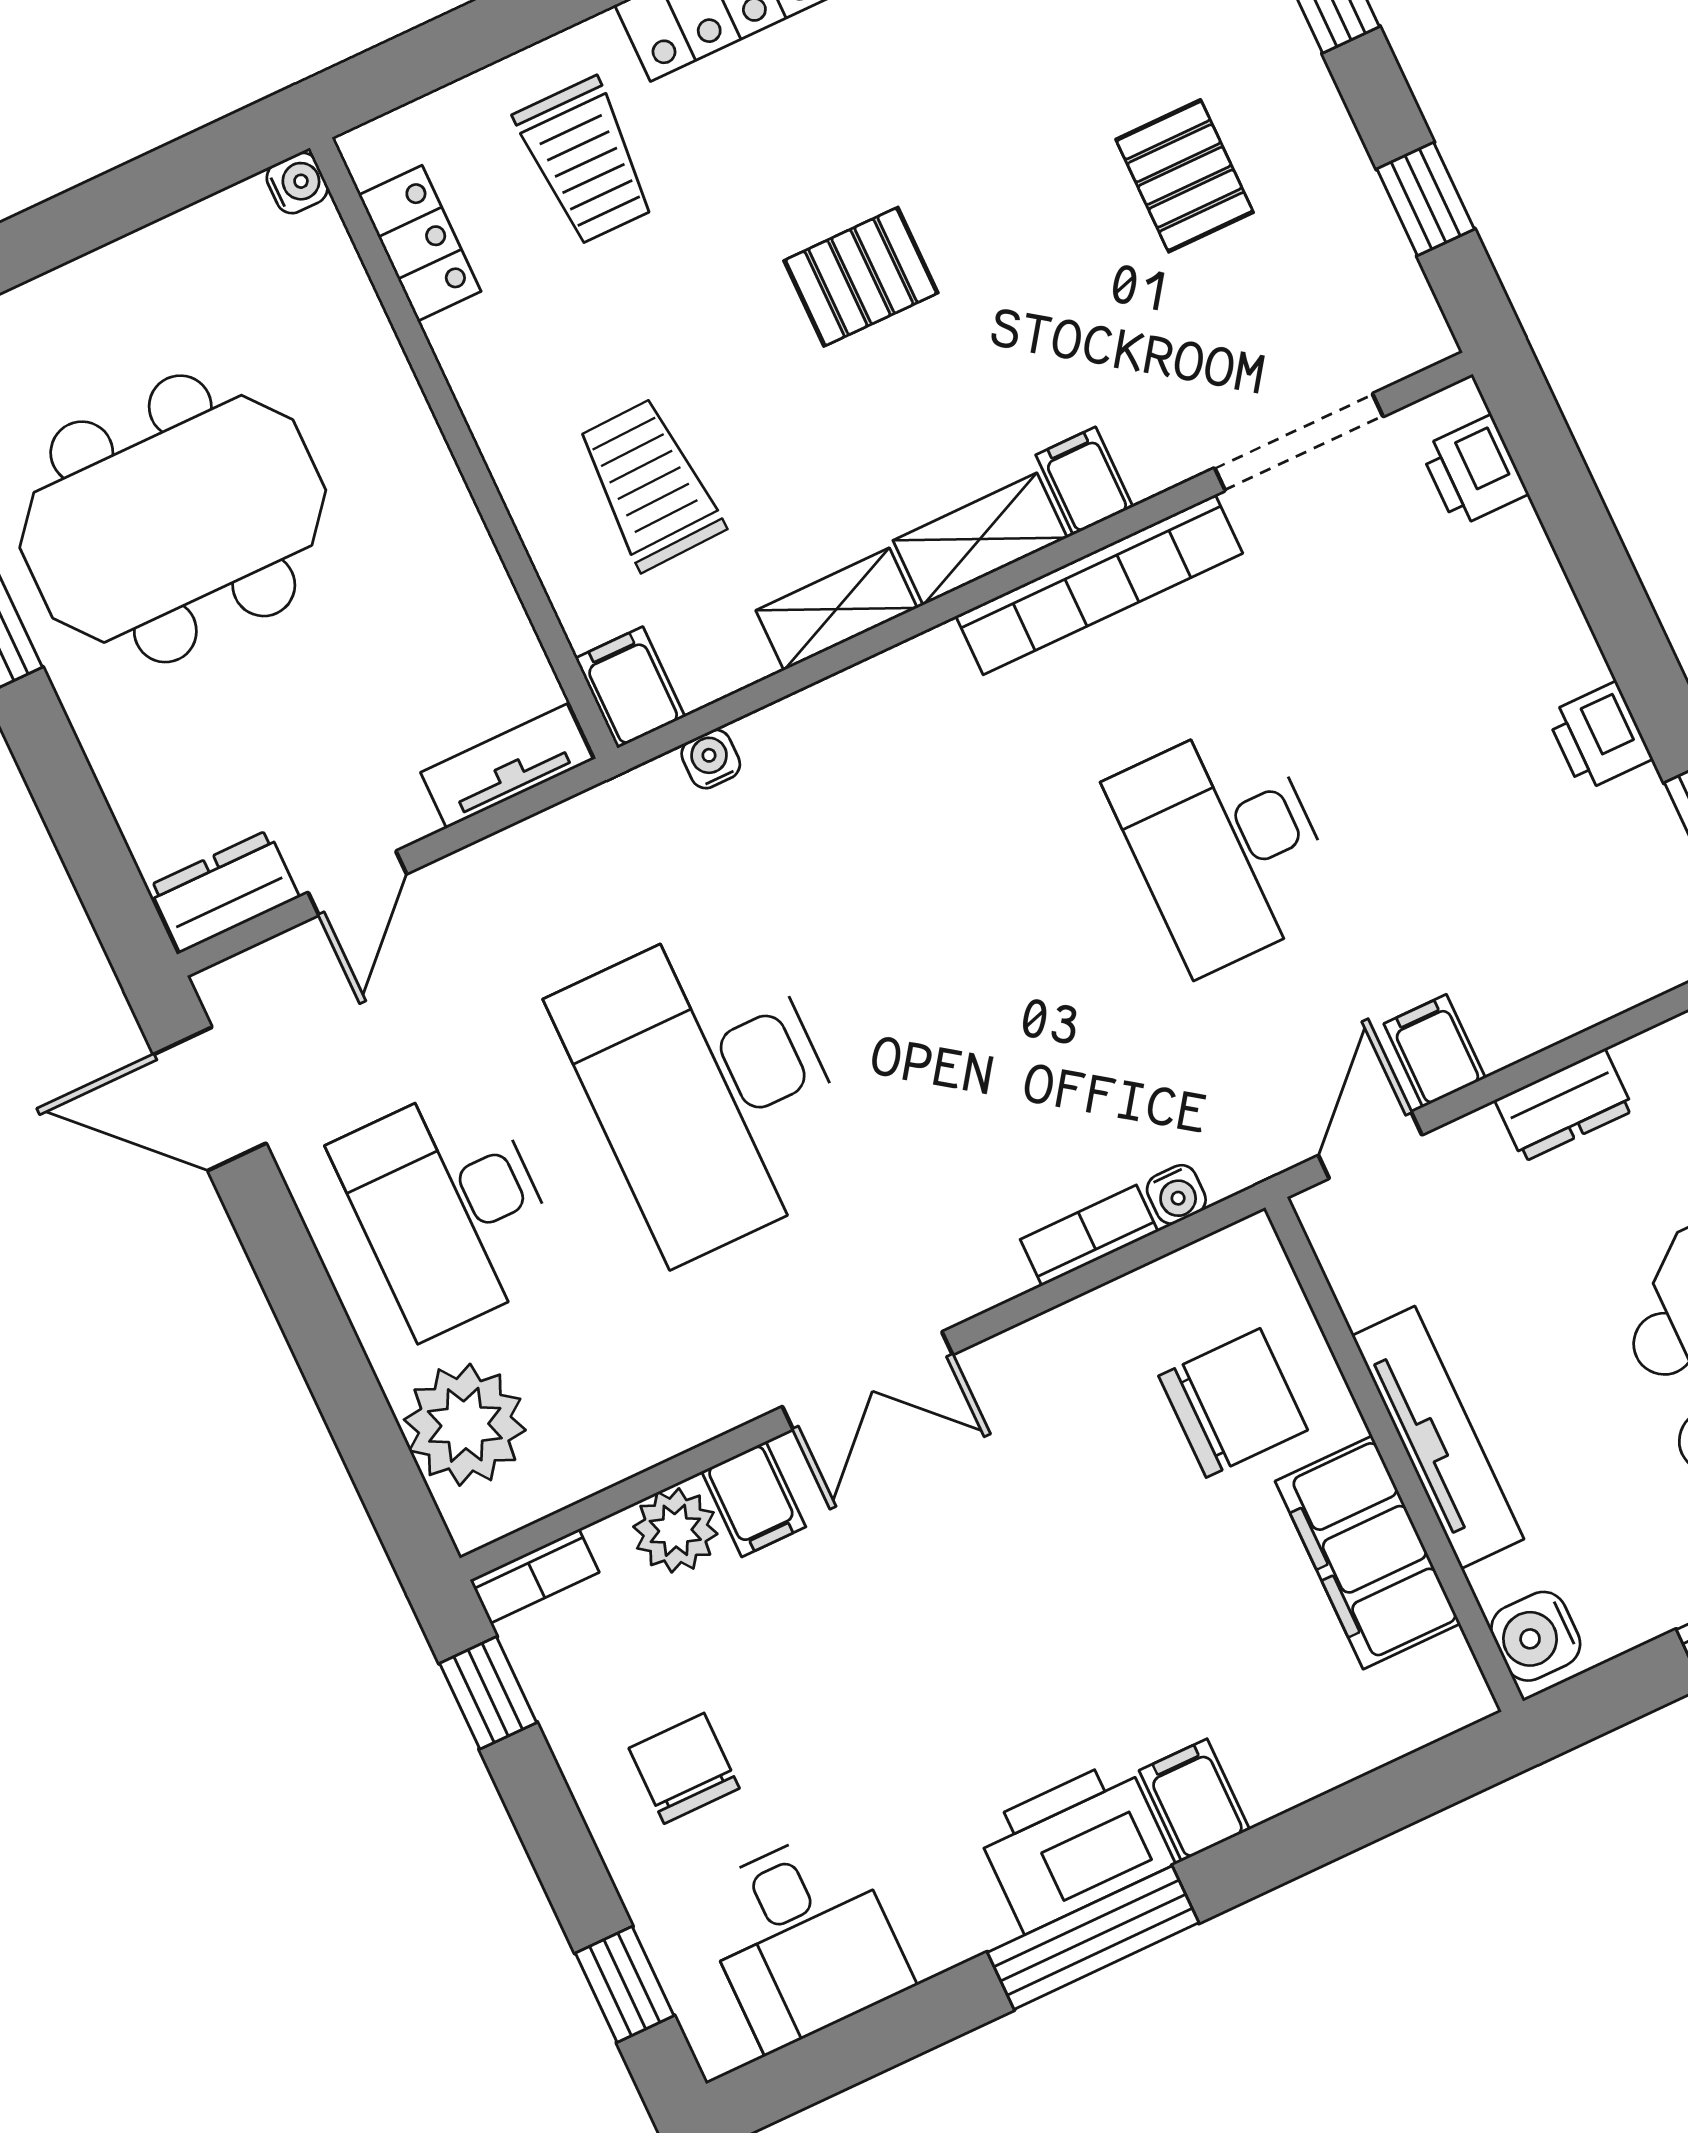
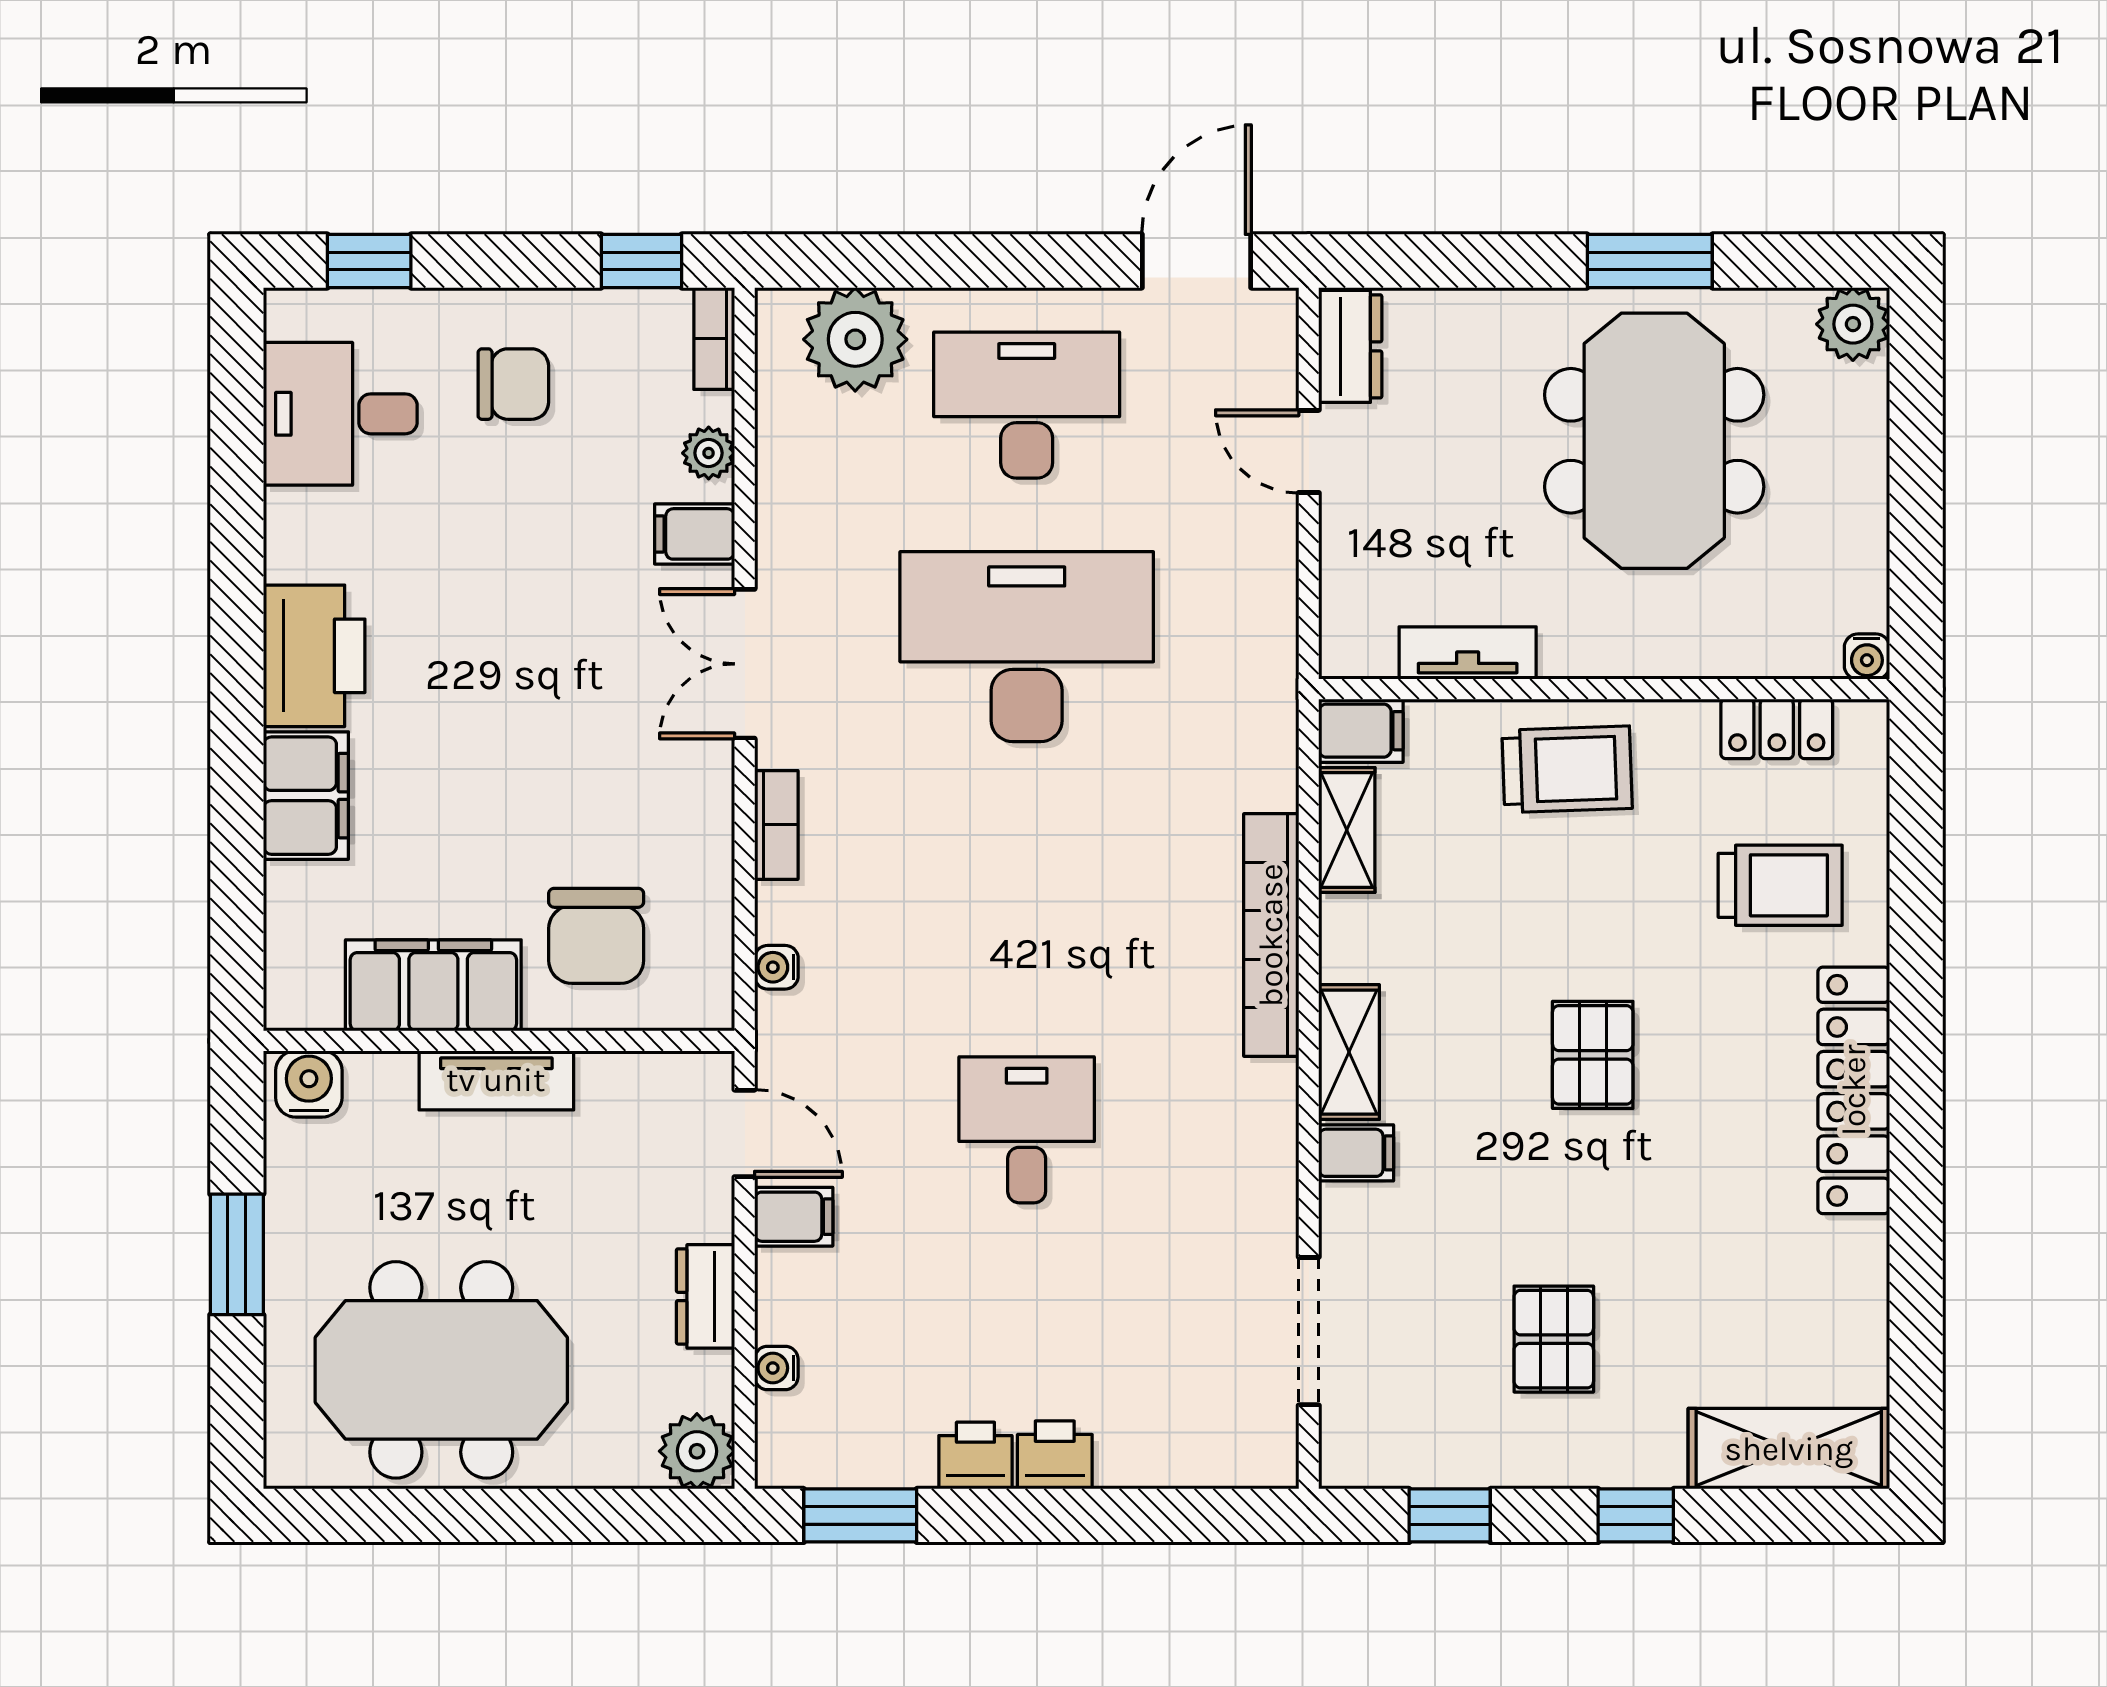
trolley: (585, 161) -> (1780, 885), turned 180
pallet: (1185, 176) -> (1554, 1339), turned 90
printer: (1474, 471) -> (1055, 1455), moved
trolley: (650, 484) -> (1567, 769), moved
bookcase: (1099, 585) -> (1271, 935), moved
shelving: (837, 609) -> (1347, 830), moved
water cooler: (711, 759) -> (776, 1368), moved, turned 180
tv unit: (507, 766) -> (1468, 653), moved, turned -90
desk: (1225, 845) -> (1027, 1130), width x0.73
bookcase: (1089, 1235) -> (776, 825), moved
tv unit: (1438, 1437) -> (496, 1080), width x0.71
plant: (675, 1530) -> (709, 453), width x0.73, depth x0.73
filing cabinet: (1194, 1800) -> (306, 796), width x2.00
window: (1093, 1938) -> (237, 637), removed

